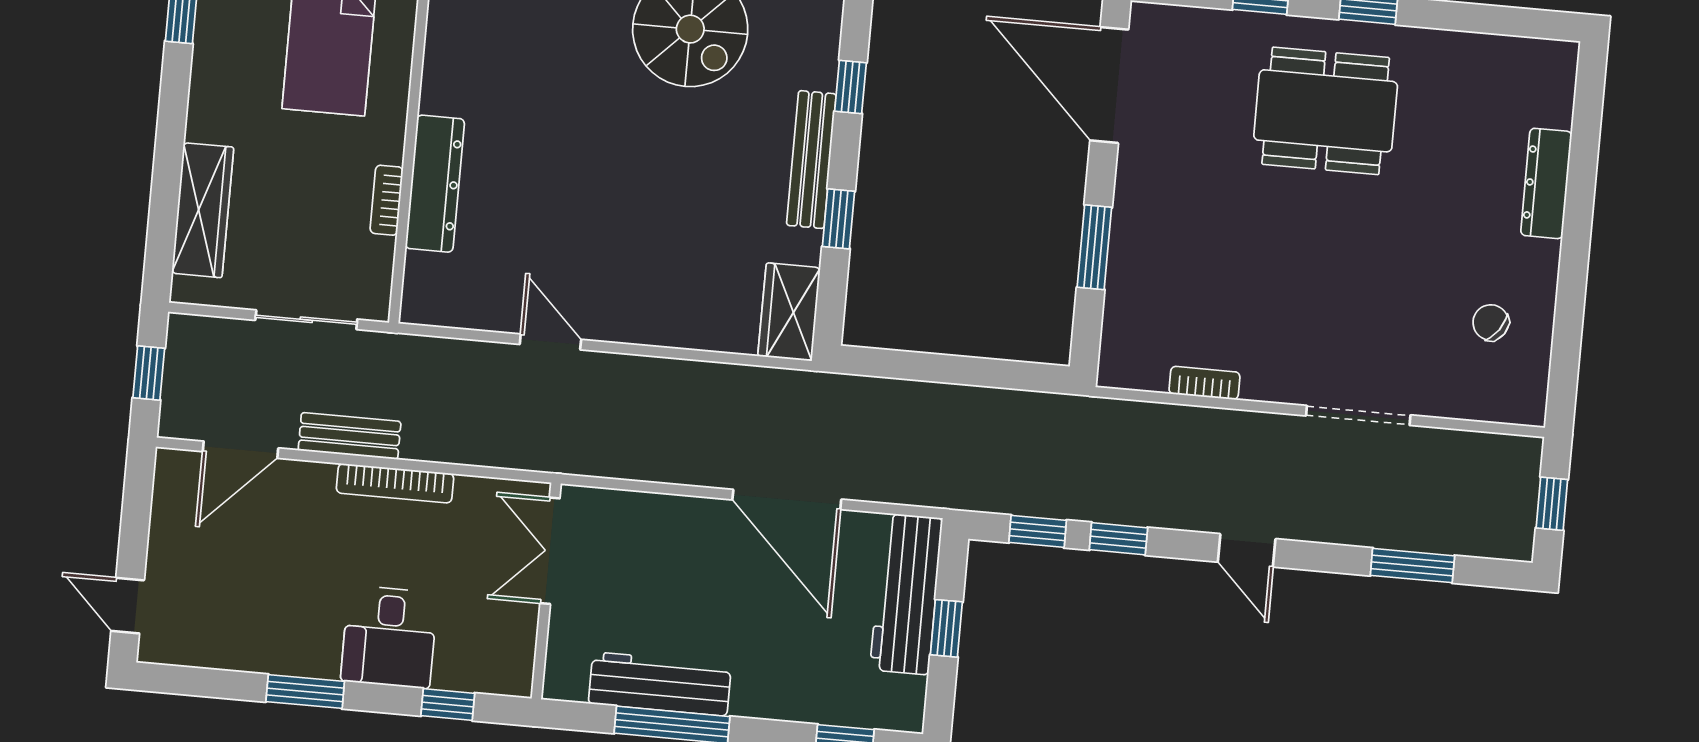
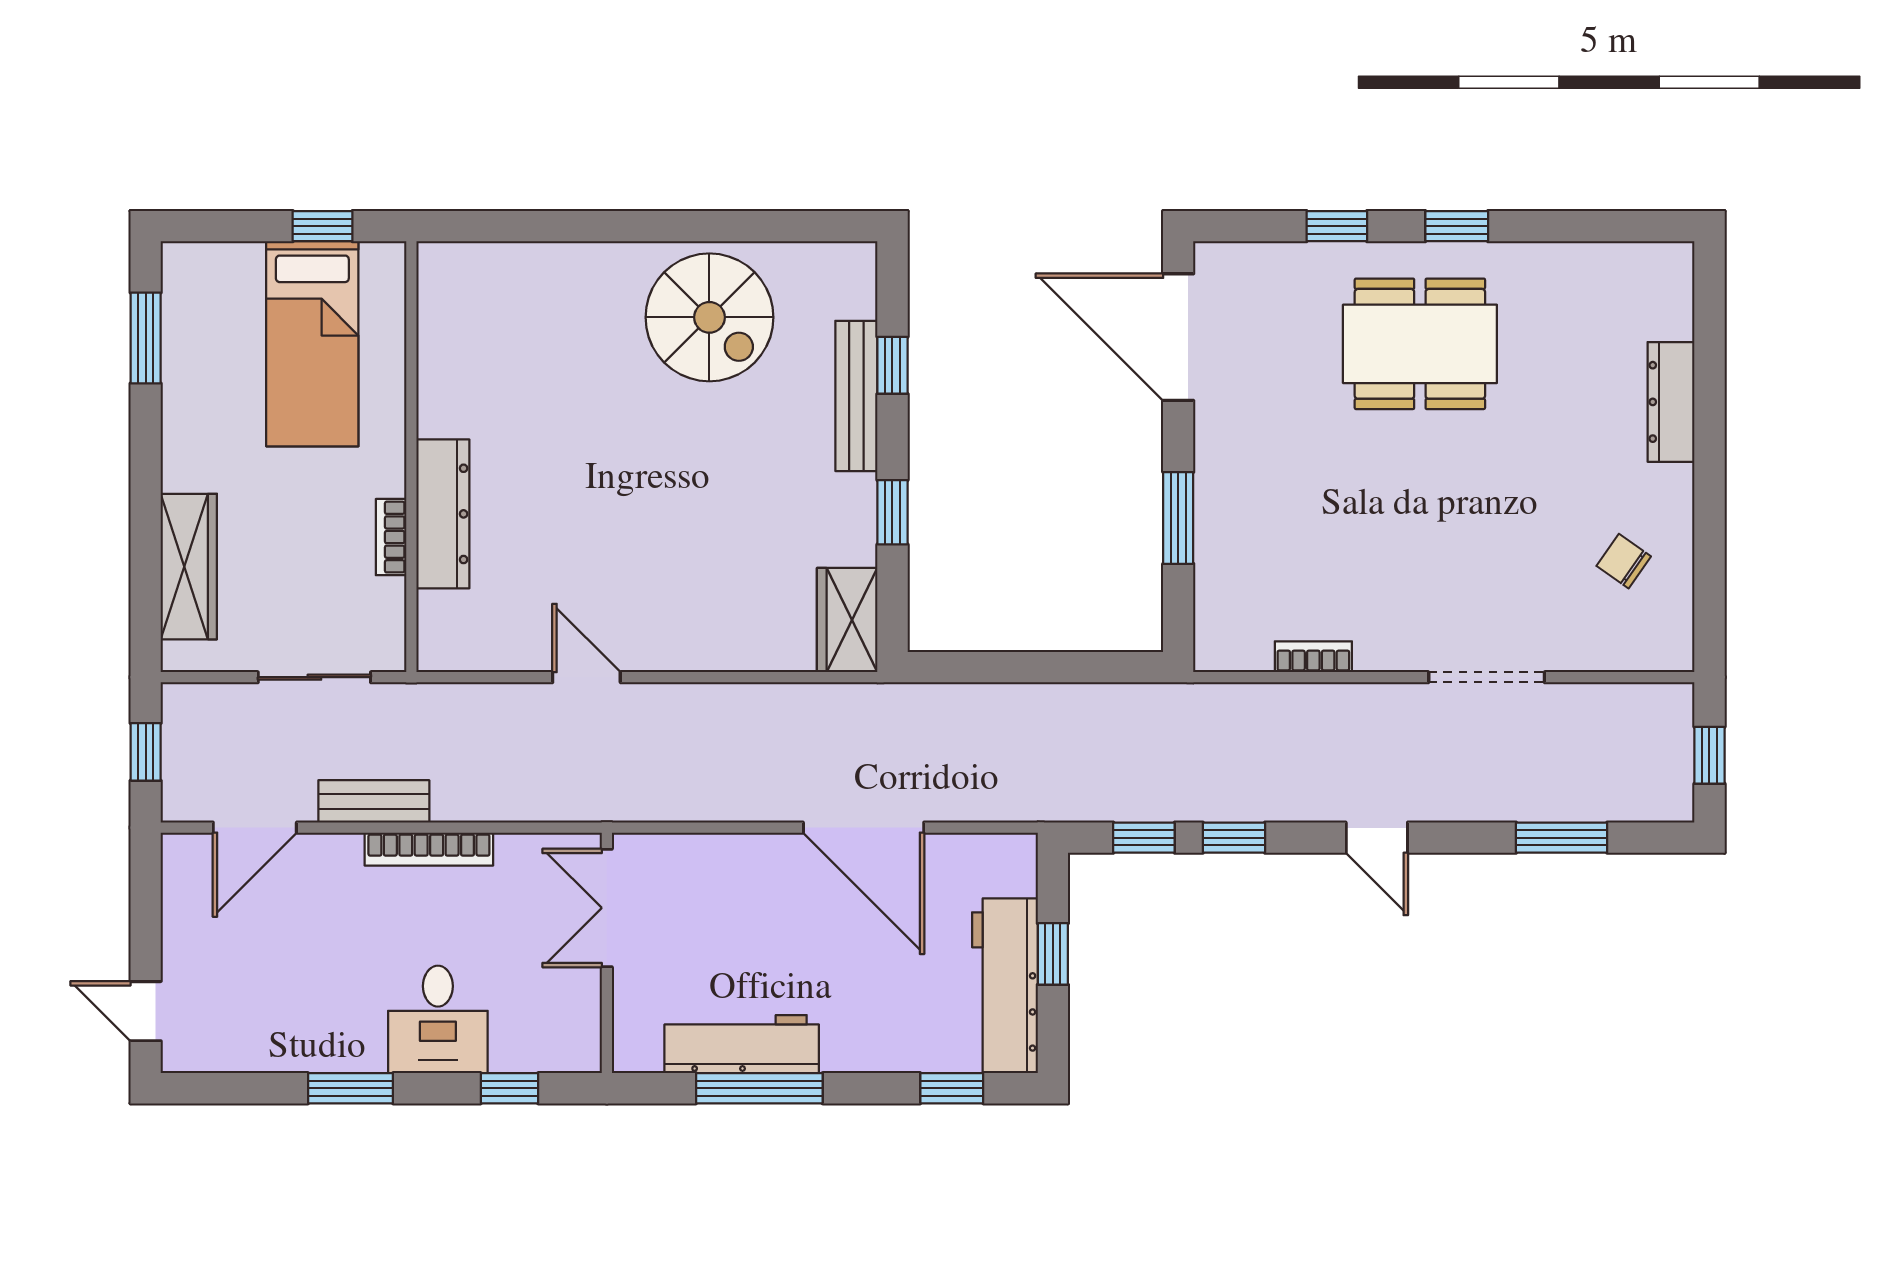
bench: (811, 160) -> (856, 396), moved
workbench: (906, 594) -> (1005, 986), moved

